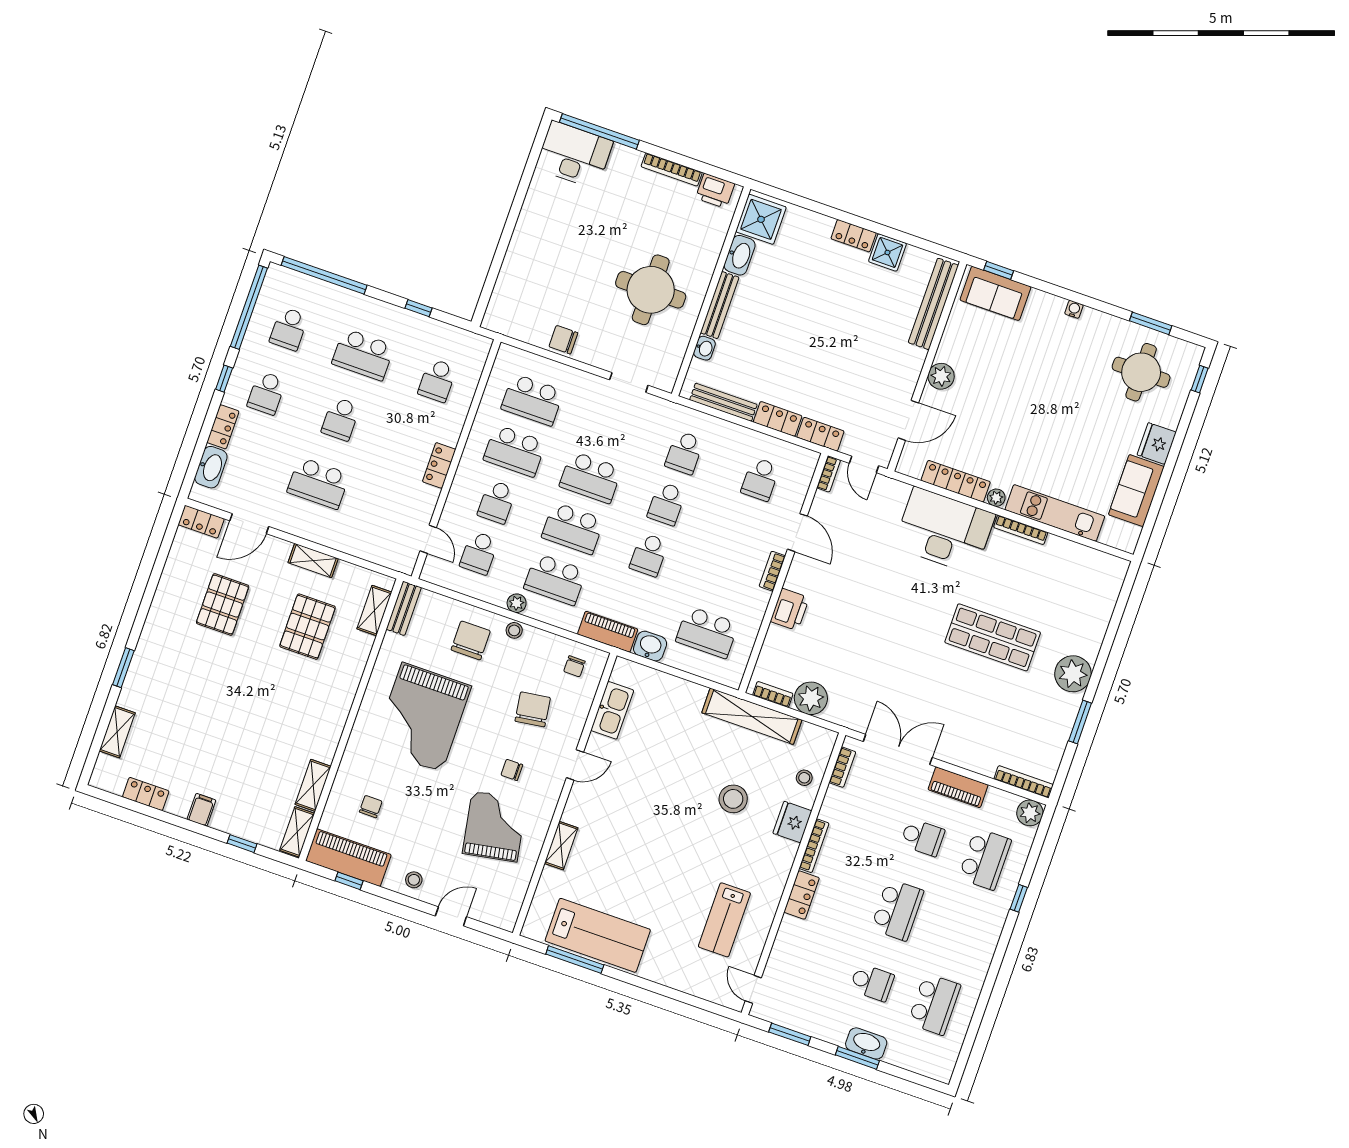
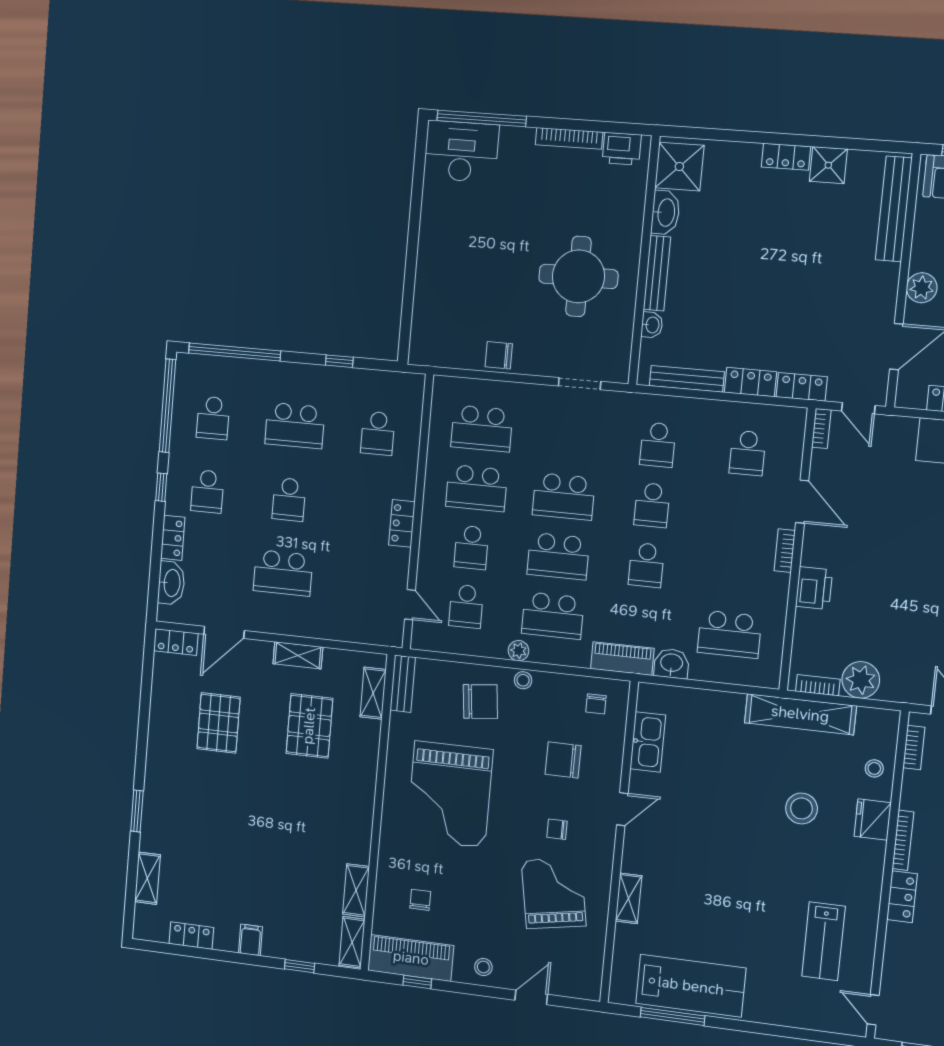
chair: (471, 640) -> (480, 702), turned 84
chair: (533, 709) -> (563, 760), turned -82

